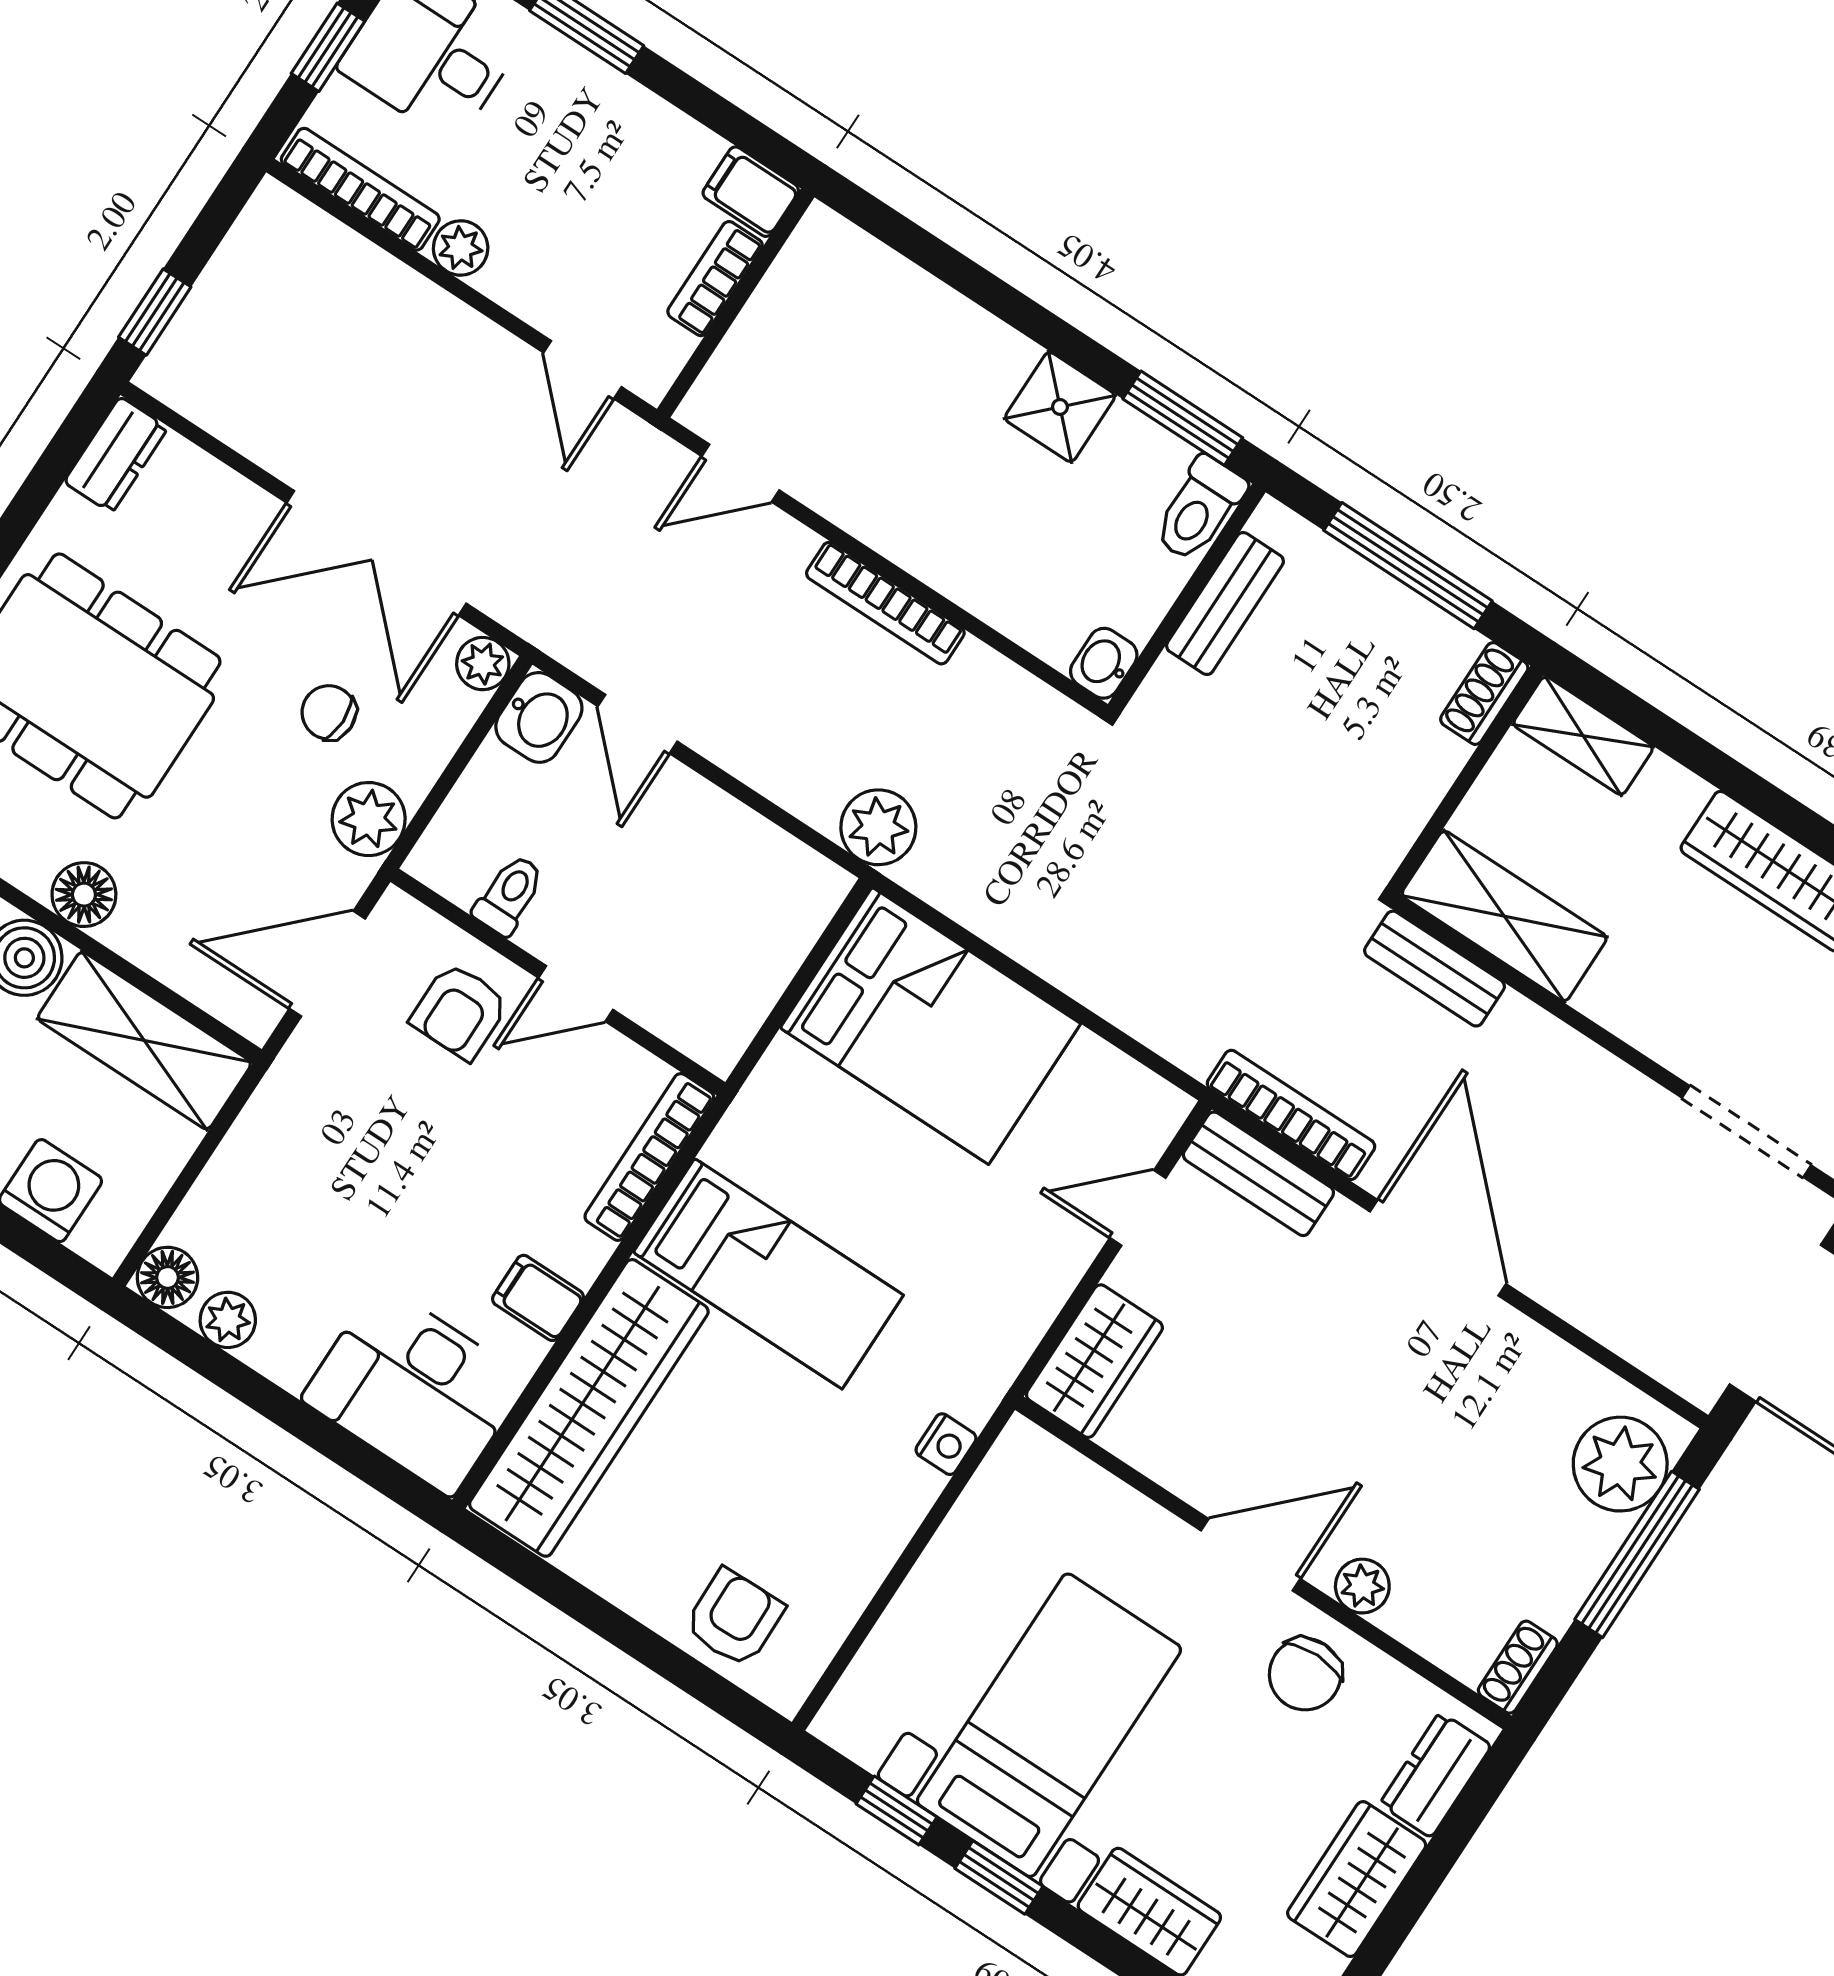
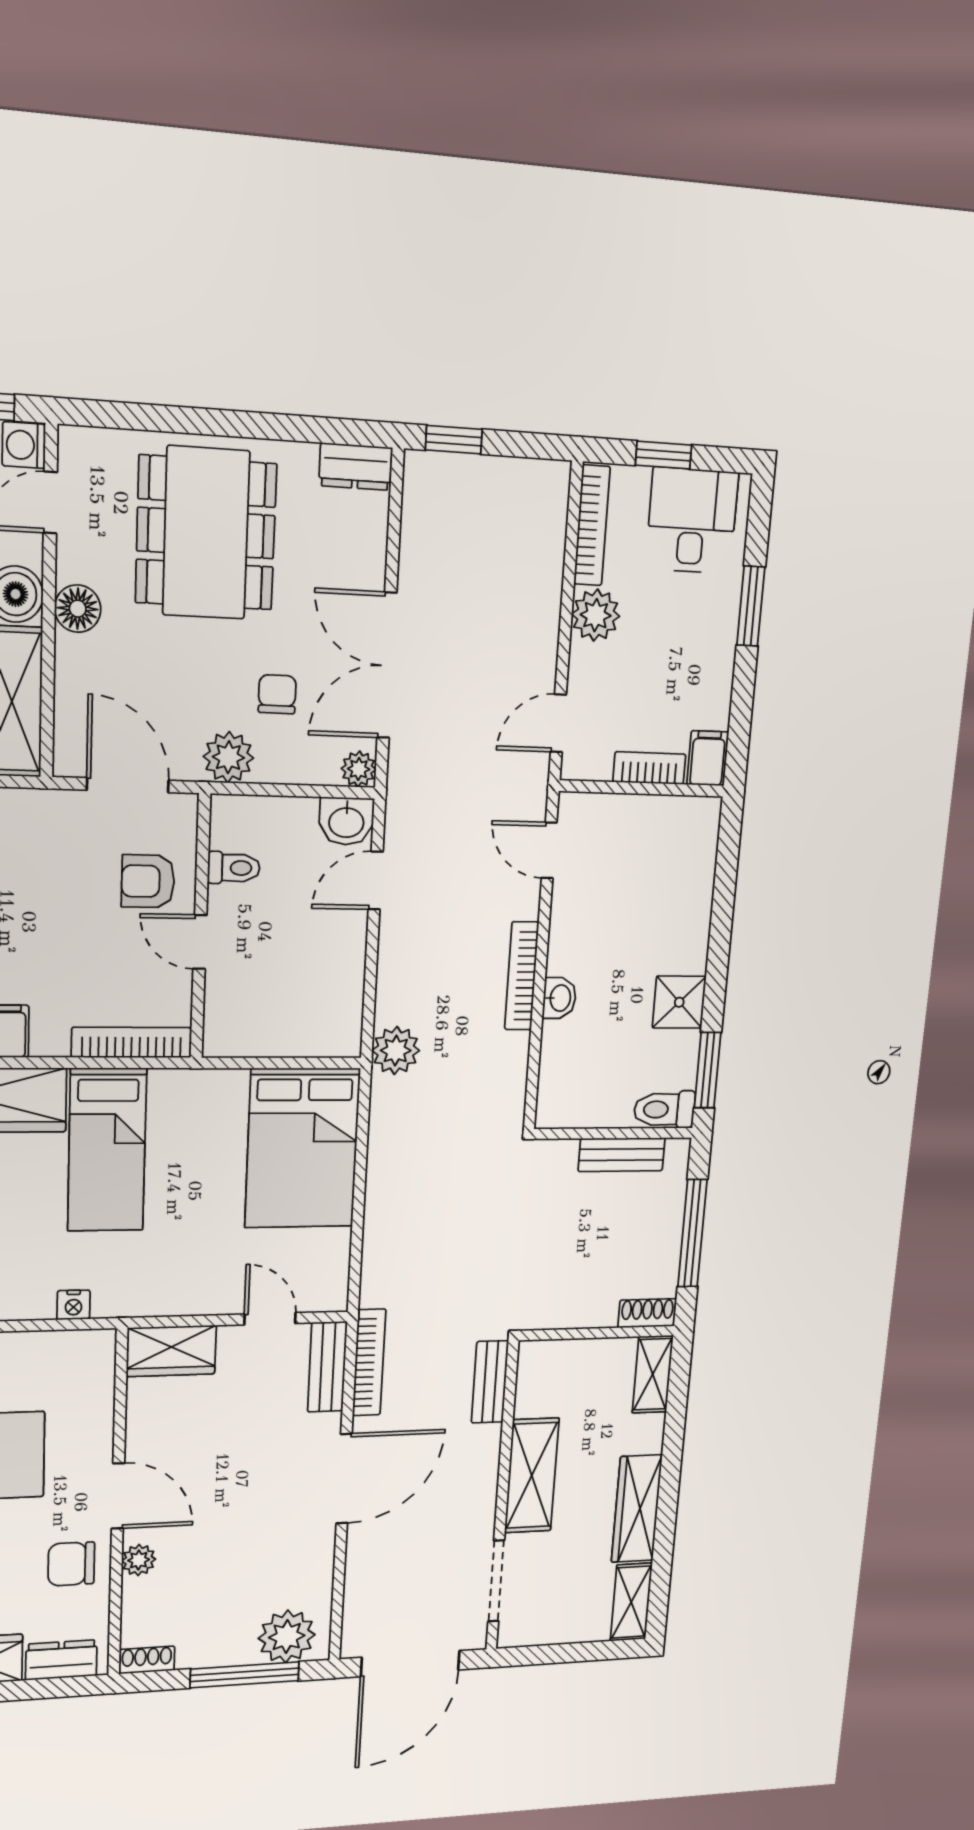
plant: (461, 248) -> (596, 615), width x1.38, depth x1.38
washbasin: (1104, 663) -> (559, 998), moved, turned 90
shelving: (1504, 916) -> (532, 1475), moved

